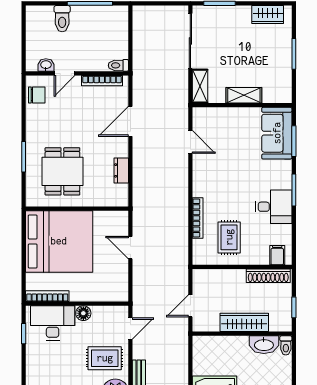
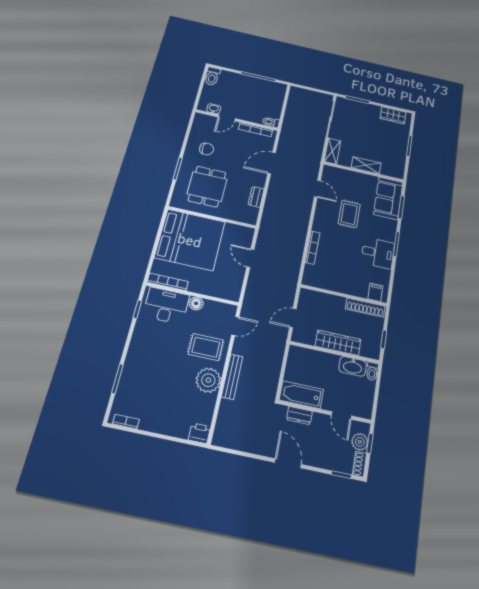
toilet: (62, 19) -> (212, 76), moved
chair: (37, 95) -> (207, 149), moved
rug: (229, 237) -> (349, 214), moved

